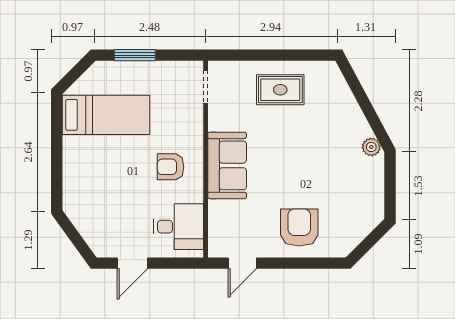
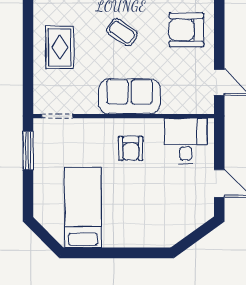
window: (135, 55) -> (28, 151), moved
coffee table: (297, 158) -> (122, 32), added

